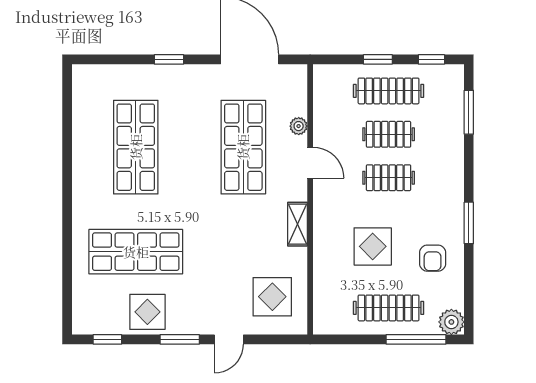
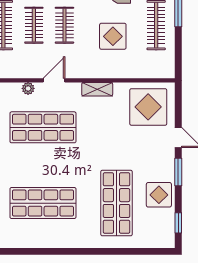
display table: (272, 297) -> (148, 107), width x1.36, depth x1.36

